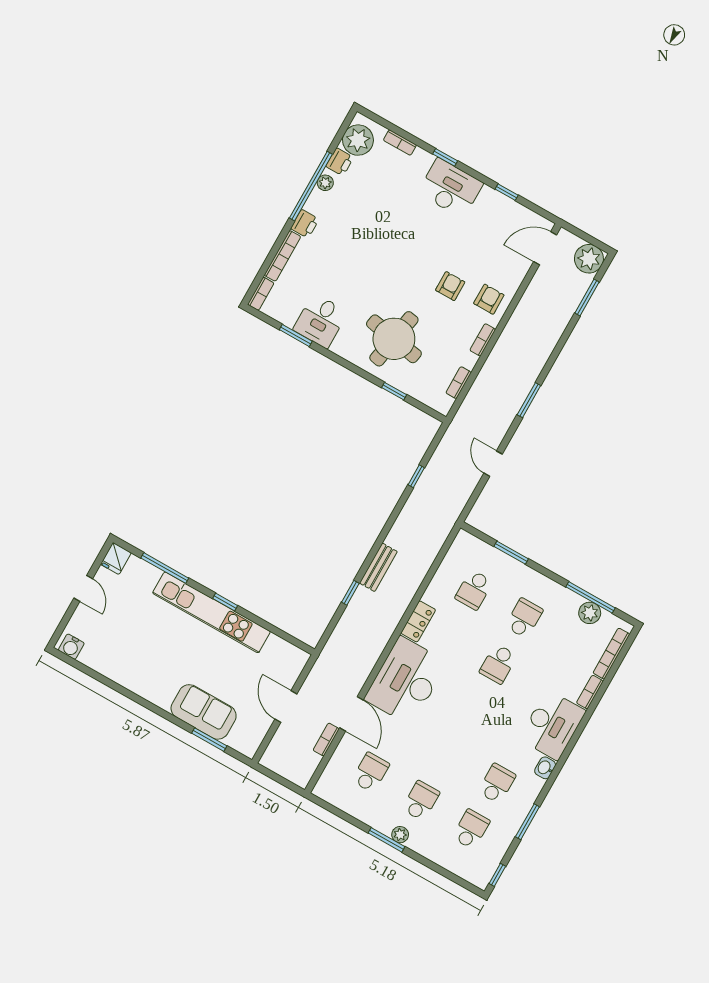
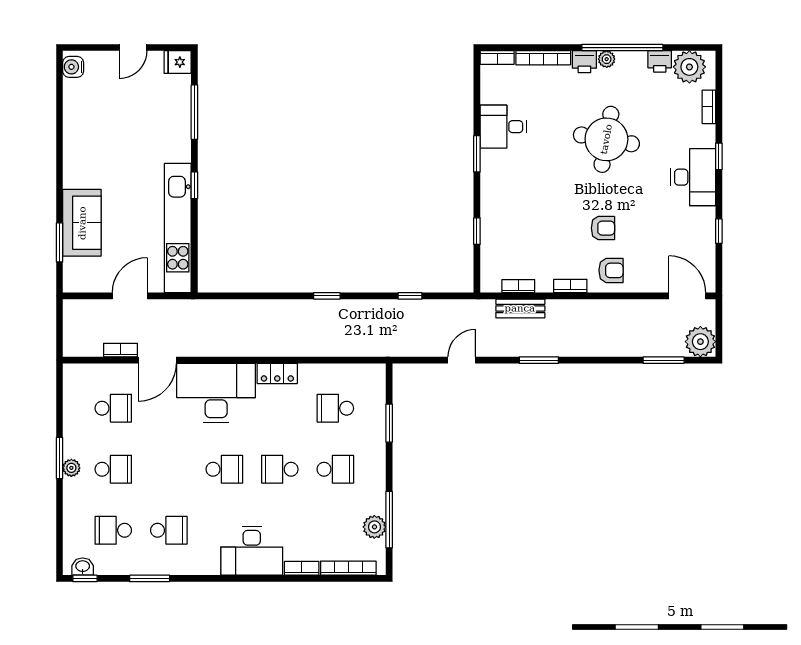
plant: (325, 183) -> (607, 59), moved
window: (296, 335) -> (477, 154), moved
round table: (394, 339) -> (606, 139), moved
bench: (378, 567) -> (520, 308), moved
window: (350, 593) -> (327, 296), moved
kitchen unit: (211, 612) -> (178, 228), moved
school desk: (472, 710) -> (224, 469), added
washbasin: (545, 768) -> (83, 567), moved
school desk: (471, 829) -> (113, 530), turned 180

